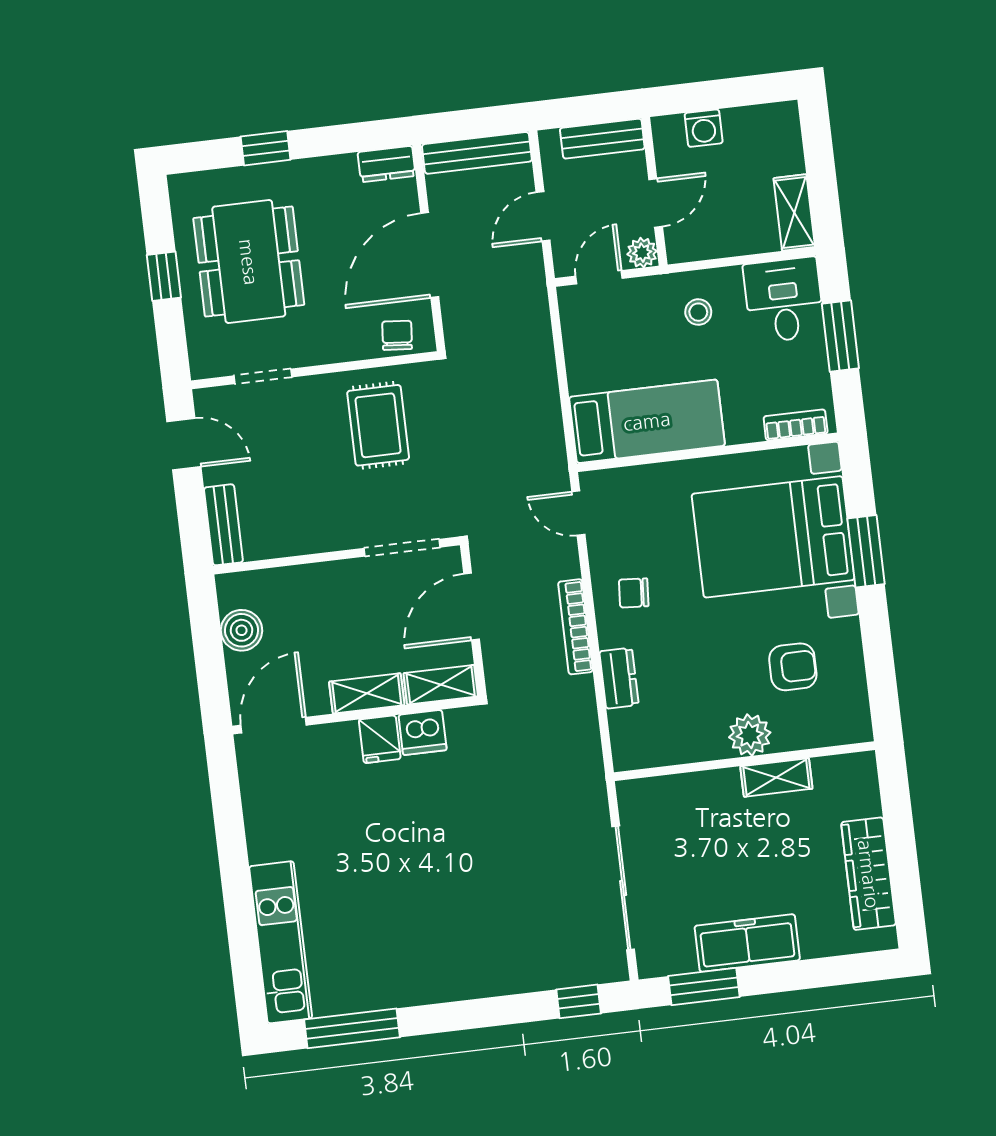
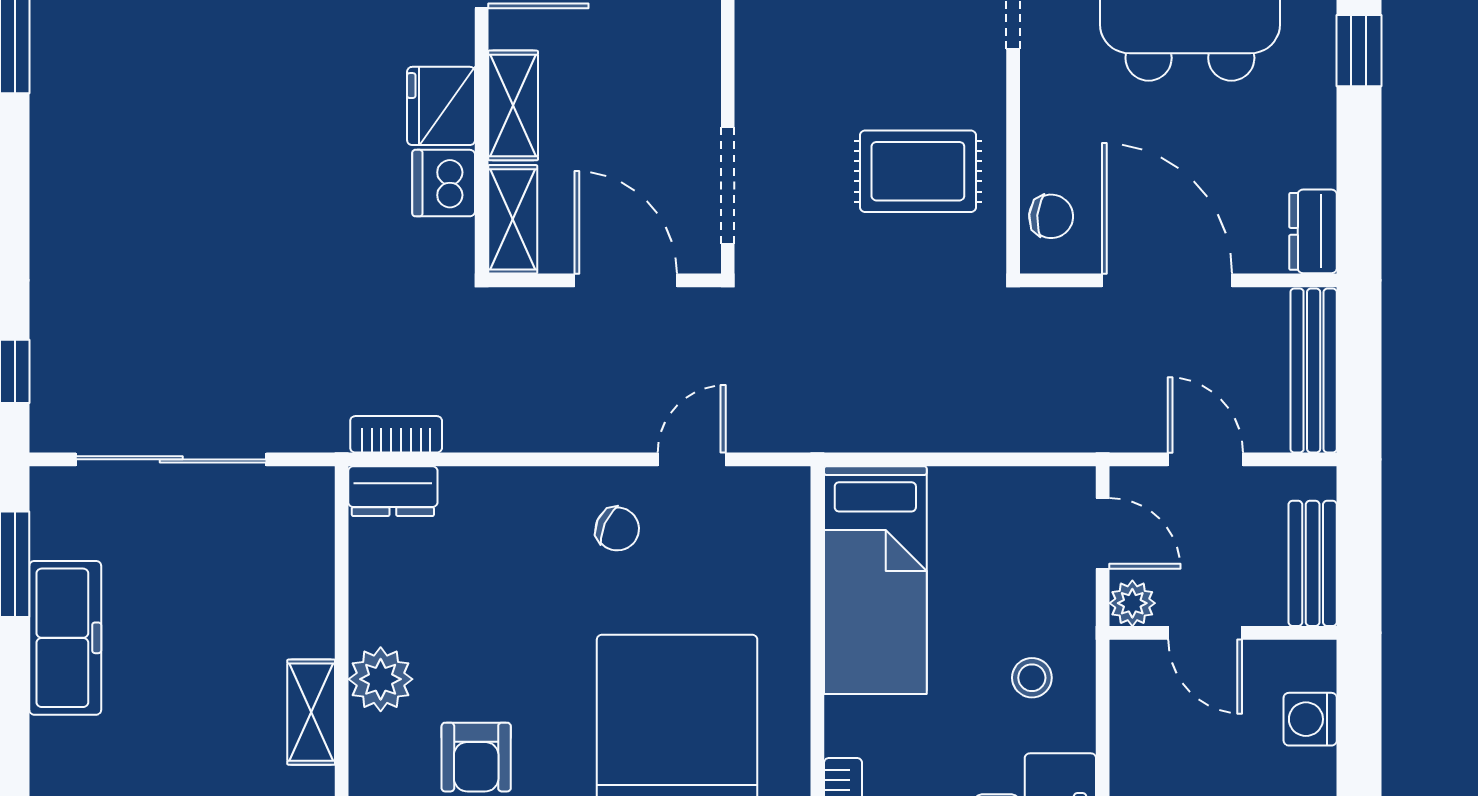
door: (578, 513) -> (692, 459), moved
chair: (634, 593) -> (617, 529), turned 110
bookcase: (575, 627) -> (396, 434), moved, width x0.64
dresser: (619, 678) -> (393, 491), moved
fridge: (380, 739) -> (441, 106), width x1.38

